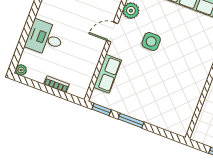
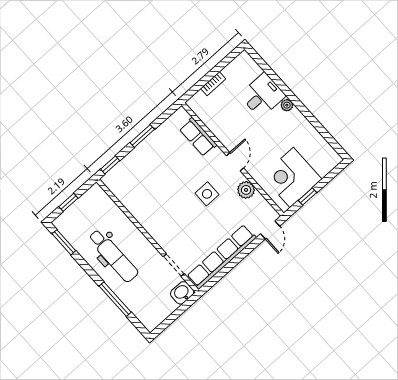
plant: (21, 70) -> (287, 105), moved
window: (102, 110) -> (110, 165), moved

